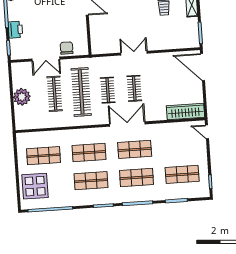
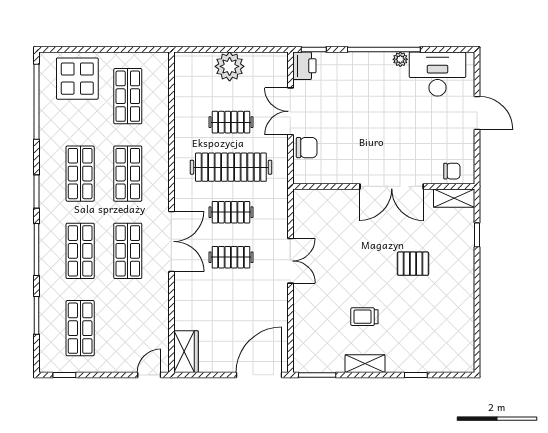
printer: (15, 30) -> (304, 66), moved, turned -90
clothes rail: (55, 94) -> (231, 122), width x0.73
wardrobe: (185, 111) -> (186, 352), width x0.67

